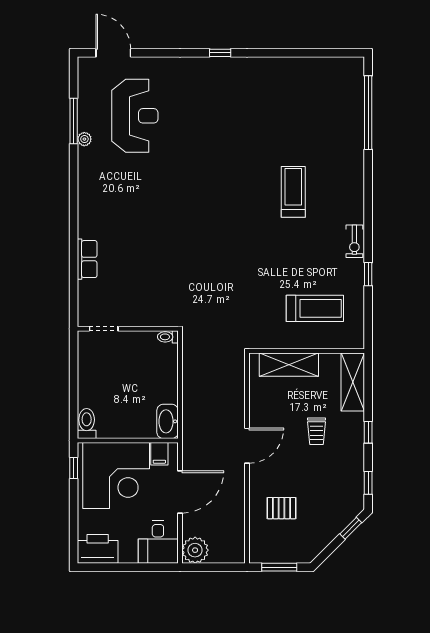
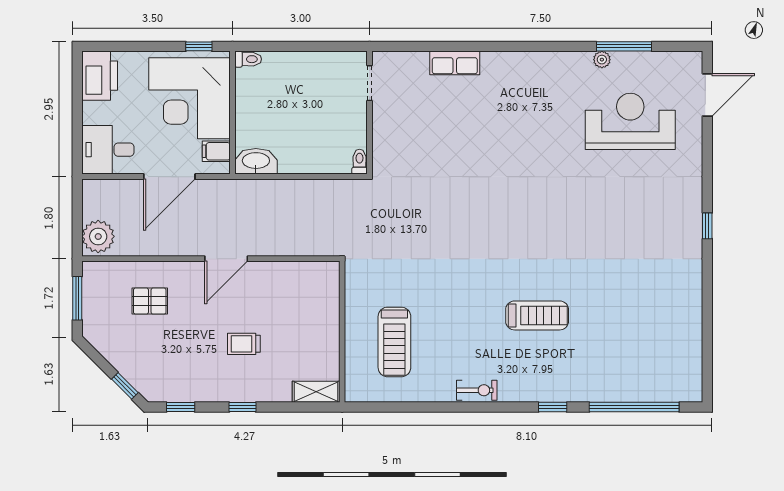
reception desk: (135, 116) -> (630, 121), turned 180
exercise bike: (354, 241) -> (477, 390), turned 180
window: (368, 274) -> (553, 407), moved
shelving: (289, 365) -> (325, 310), removed
shelving: (353, 382) -> (316, 392), width x0.67, depth x0.75
toilet: (87, 424) -> (248, 59), width x0.73, depth x0.72
door: (247, 446) -> (226, 259), hinge flipped
door: (180, 492) -> (169, 177), hinge flipped
pallet: (282, 508) -> (150, 301), turned 90
plant: (195, 550) -> (98, 236), moved

